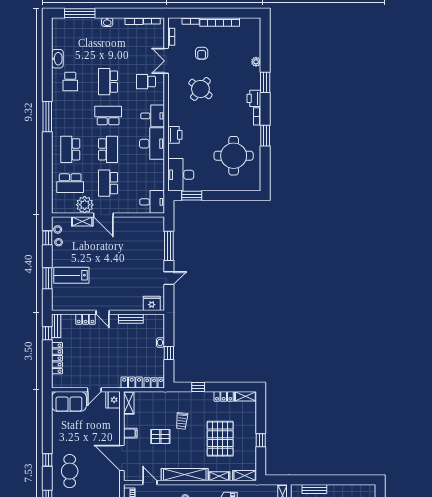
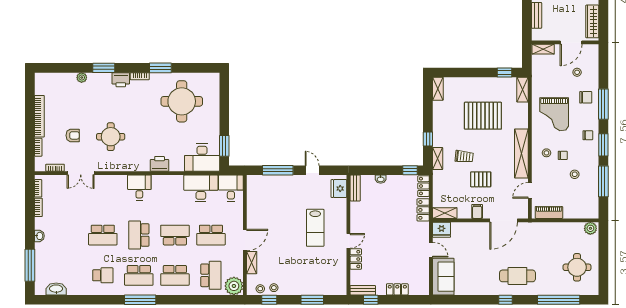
washbasin: (57, 59) -> (56, 289), moved
school desk: (146, 82) -> (139, 275), moved, width x1.85
round table: (200, 89) -> (111, 137), turned -38
desk: (152, 144) -> (201, 188), moved
plant: (85, 205) -> (234, 286), moved
lab bench: (71, 275) -> (315, 228), moved
bench: (131, 319) -> (355, 188), moved
window: (169, 353) -> (410, 170), moved
locker: (57, 358) -> (397, 289), width x0.66
locker: (224, 396) -> (438, 112), removed
pallet: (160, 437) -> (481, 179), turned 90
window: (261, 440) -> (504, 73), moved
shelving: (219, 476) -> (438, 159), moved

